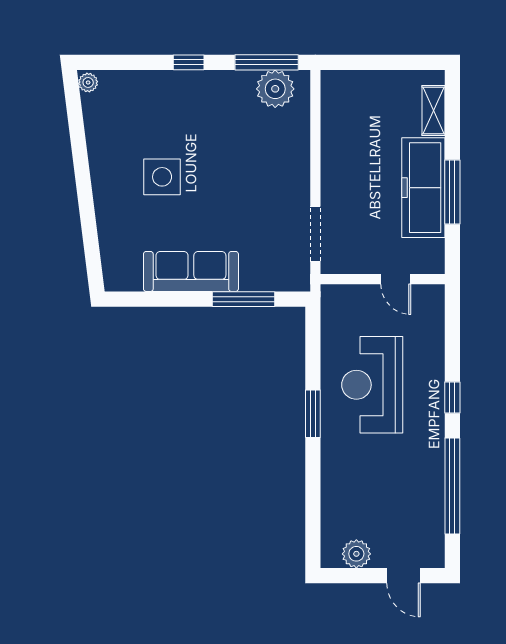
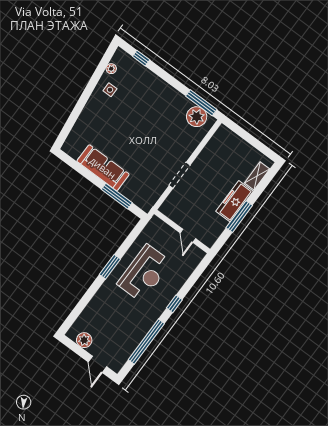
window: (189, 62) -> (141, 58), moved
plant: (88, 82) -> (111, 69), moved
side table: (162, 177) -> (110, 90), moved, width x0.54, depth x0.54
freezer: (423, 188) -> (234, 201), width x0.73, depth x0.79
doorway: (315, 234) -> (180, 175), moved
reception desk: (372, 385) -> (144, 273), turned 180

